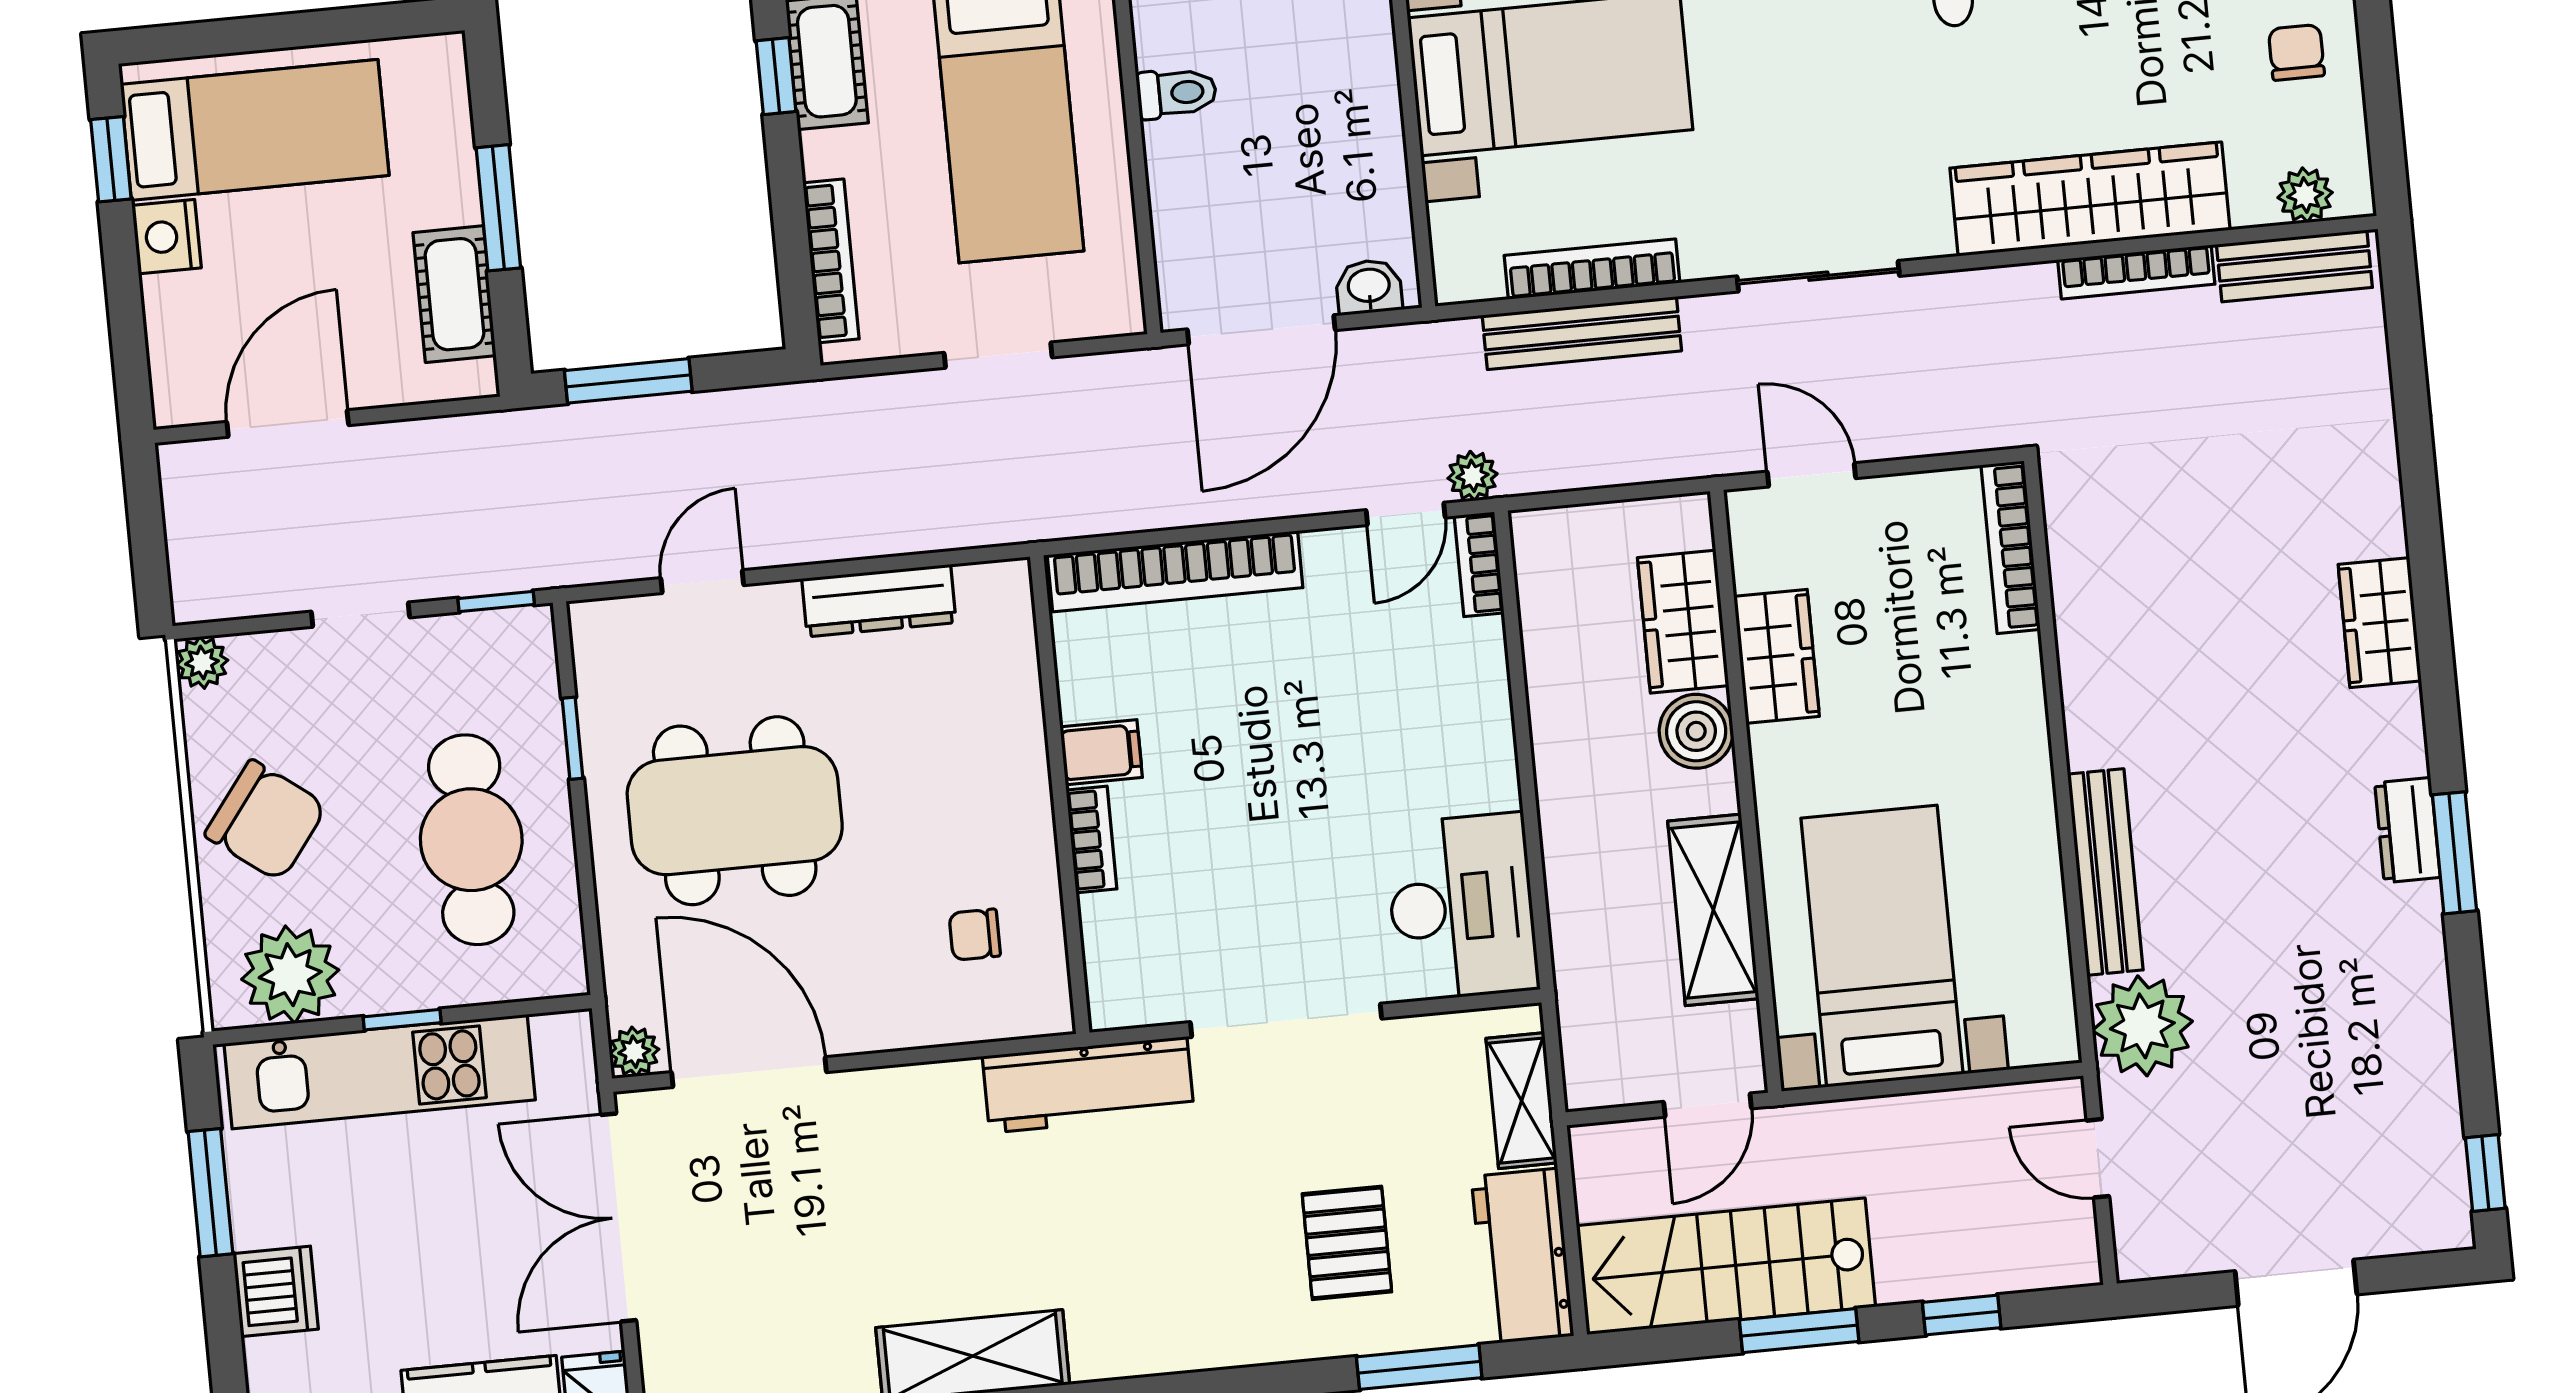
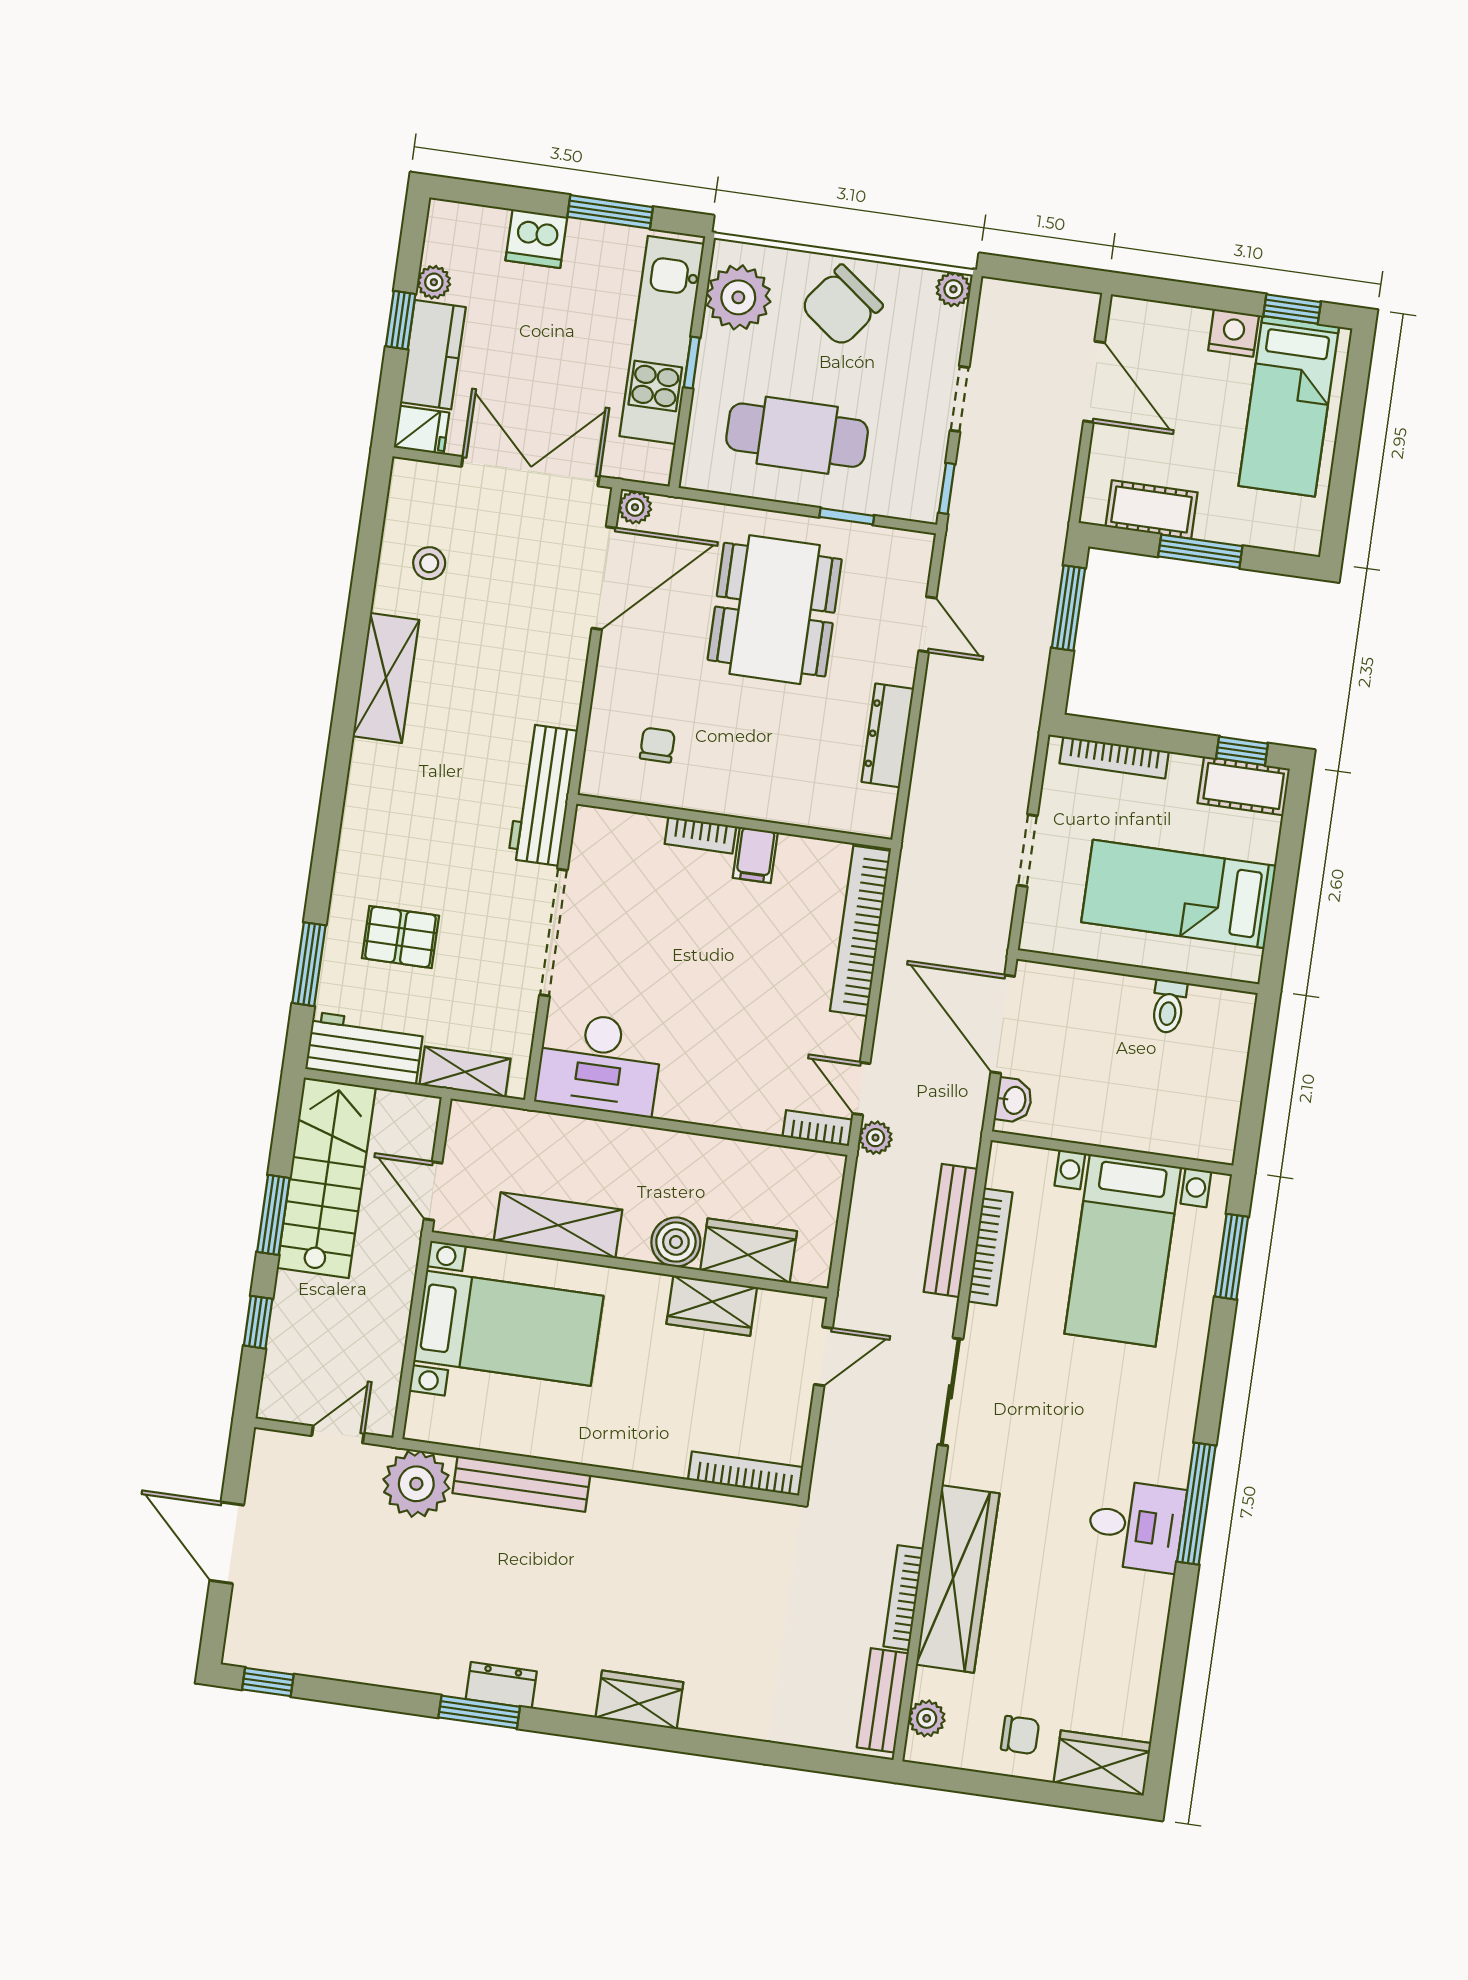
stool: (789, 1333) -> (429, 563), added

